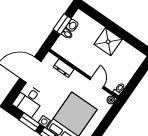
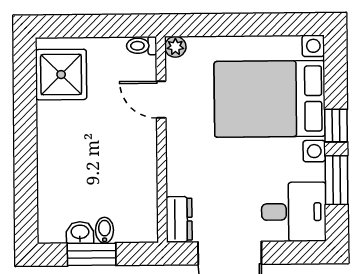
shower: (108, 42) -> (61, 75), moved
dresser: (64, 68) -> (179, 219), moved
door: (97, 83) -> (161, 100), hinge flipped

